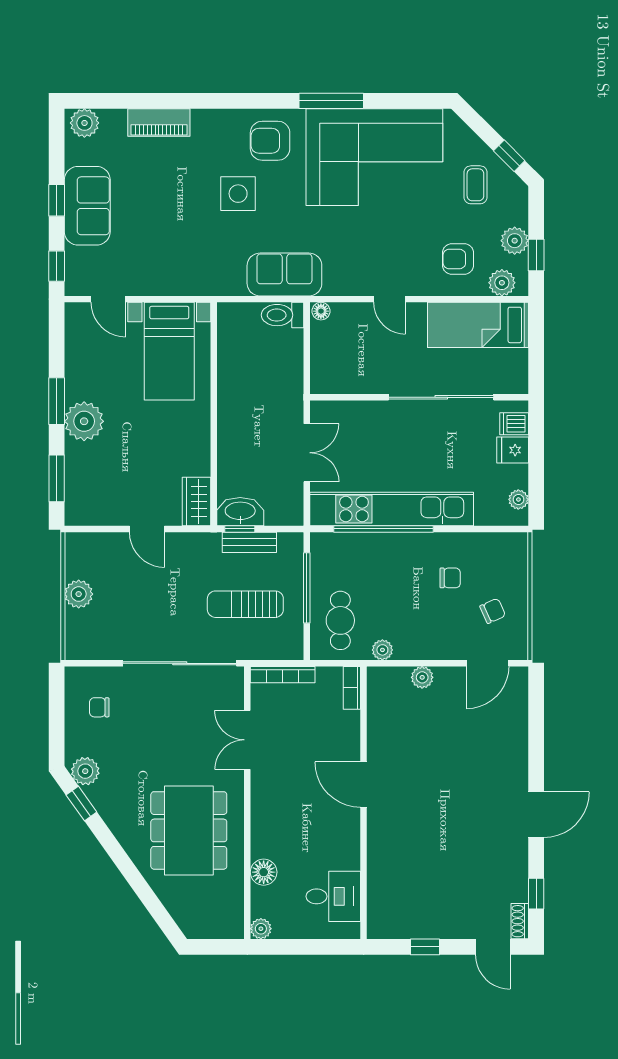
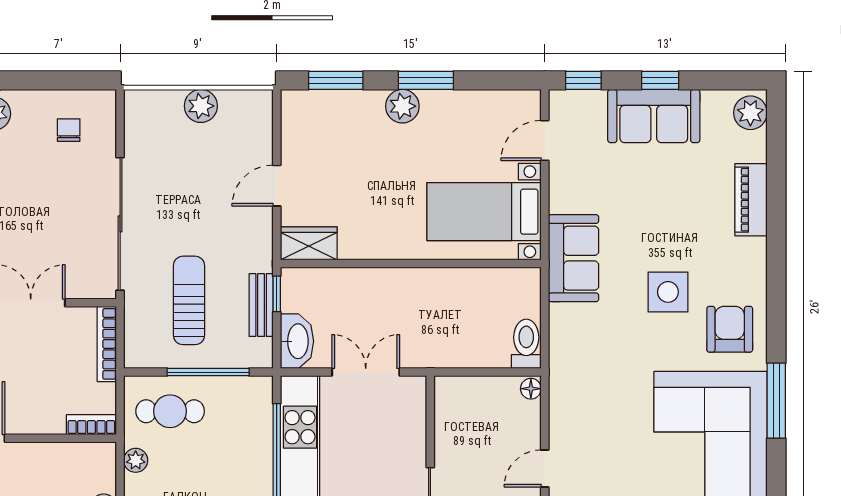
sofa: (284, 274) -> (574, 258), moved
plant: (84, 421) -> (402, 106), width x0.73, depth x0.73
double door: (307, 453) -> (366, 372), swing flipped
washbasin: (240, 512) -> (297, 341), moved

